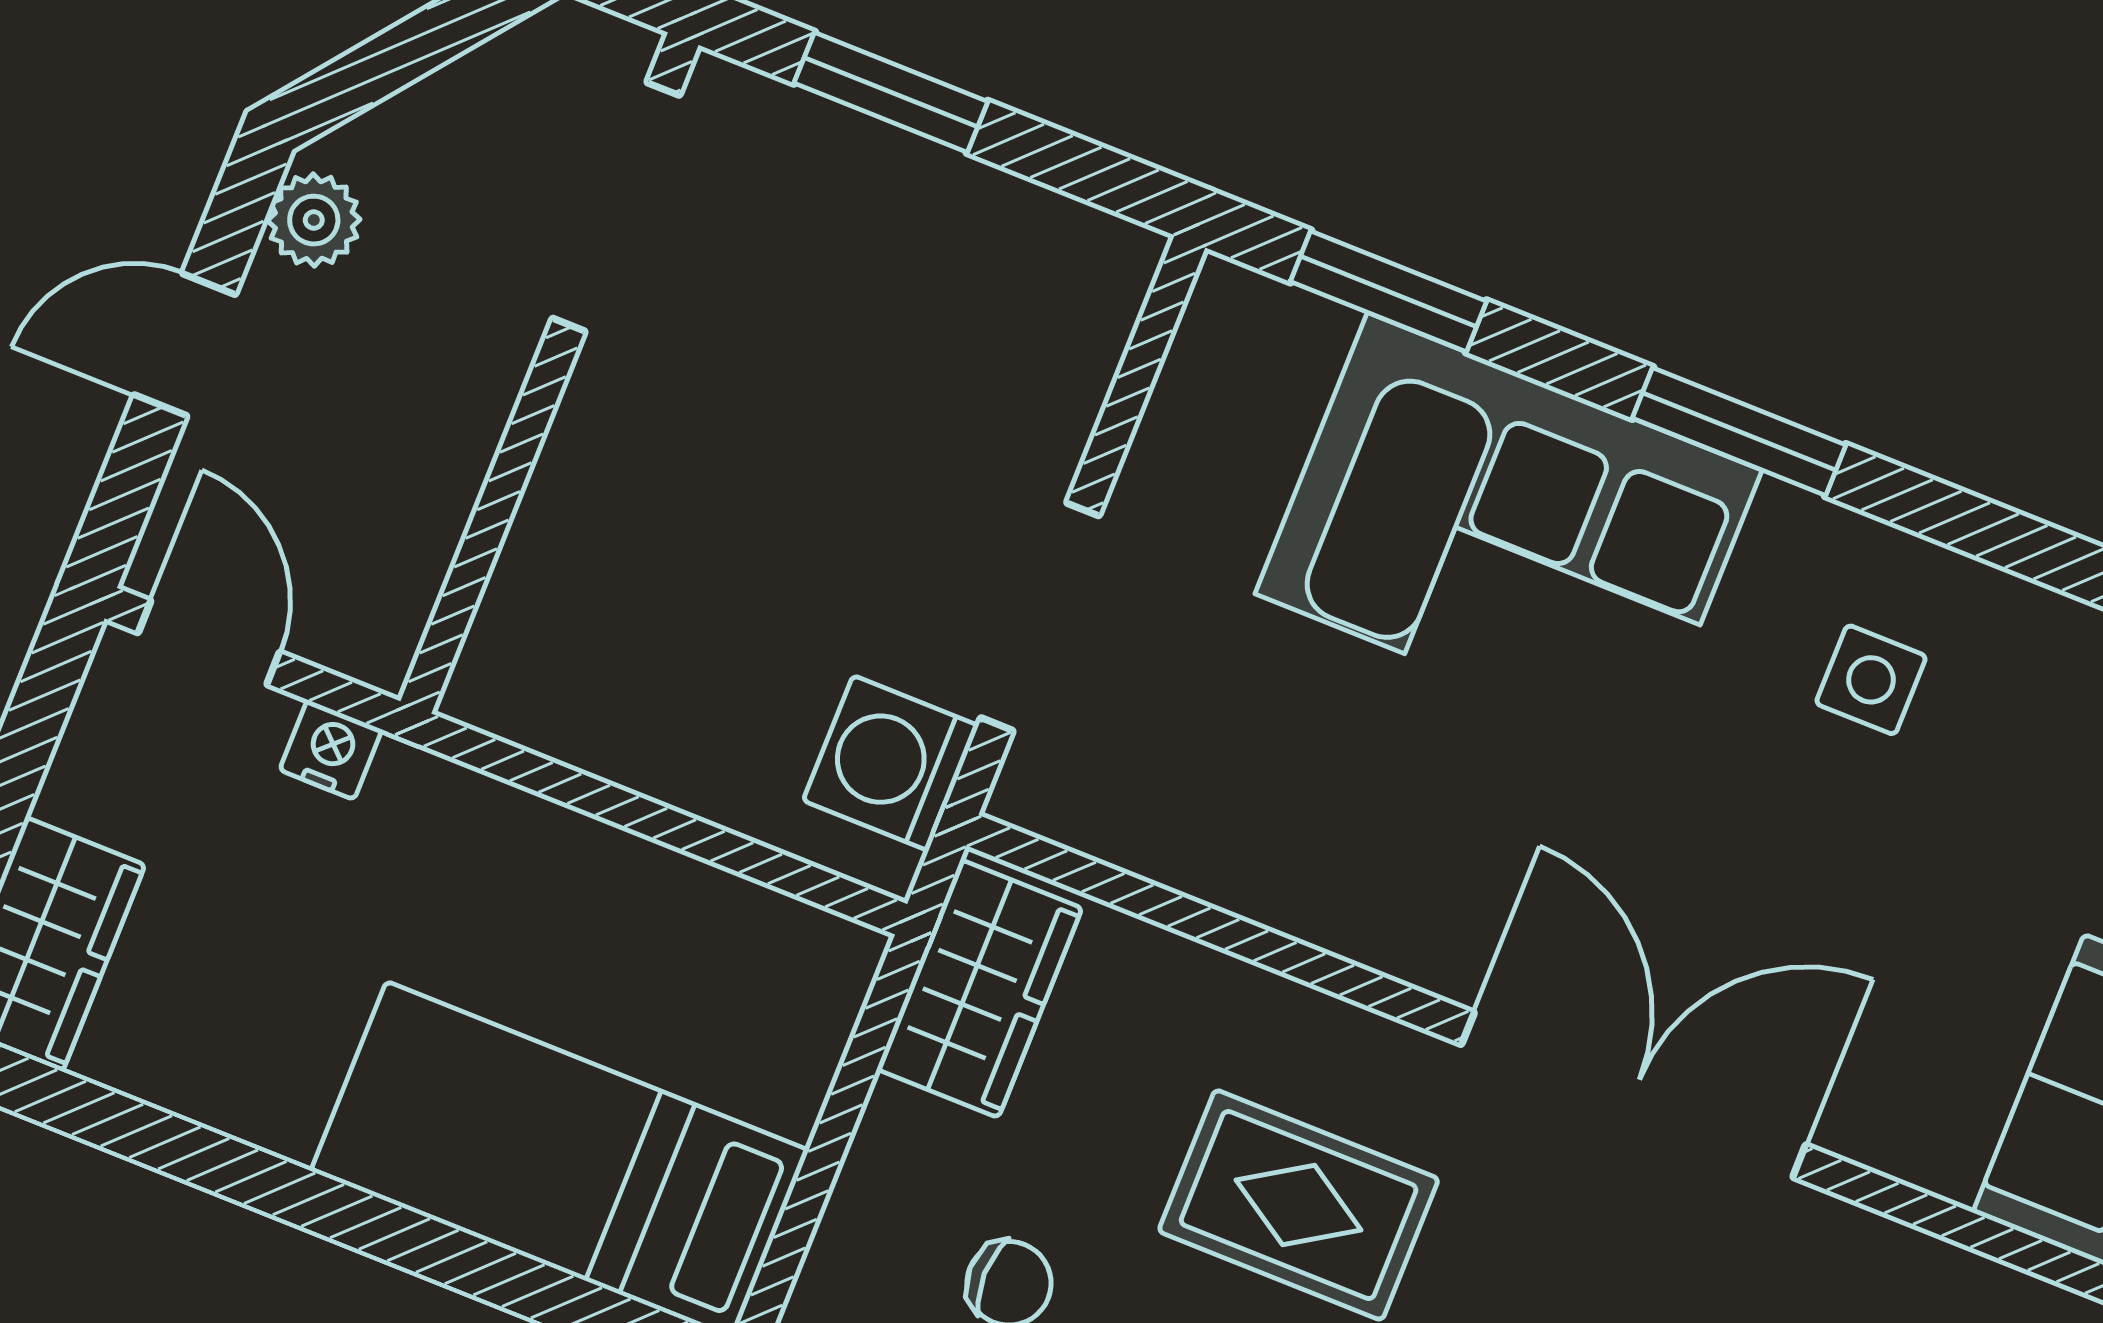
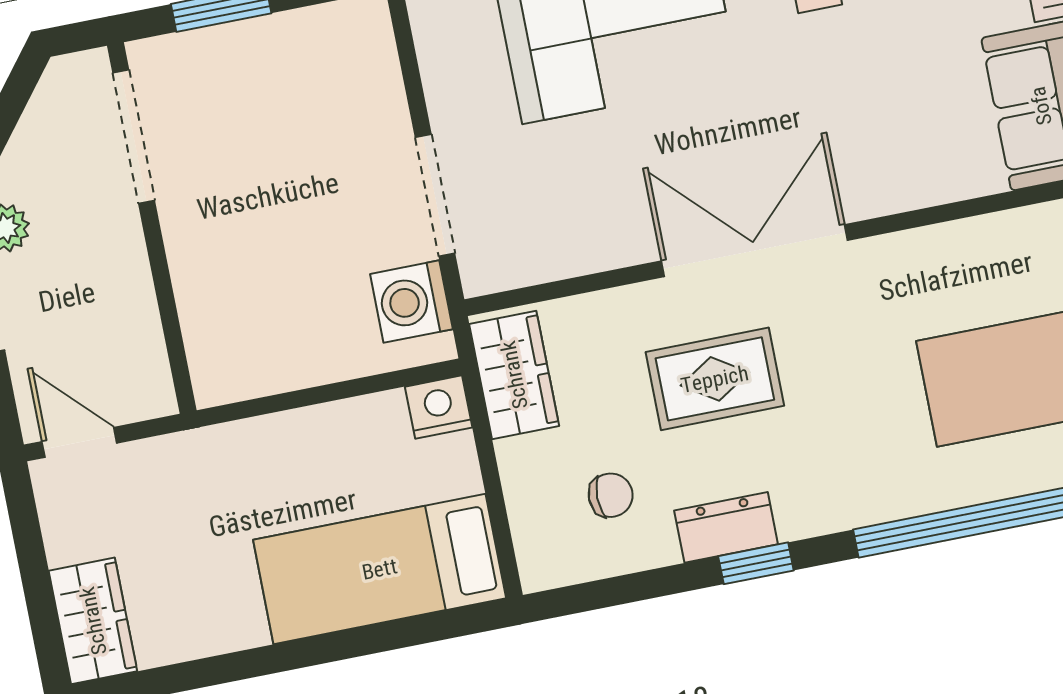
nightstand: (331, 750) -> (439, 407), moved, width x1.39, depth x1.35
double door: (1634, 1095) -> (754, 251), moved

